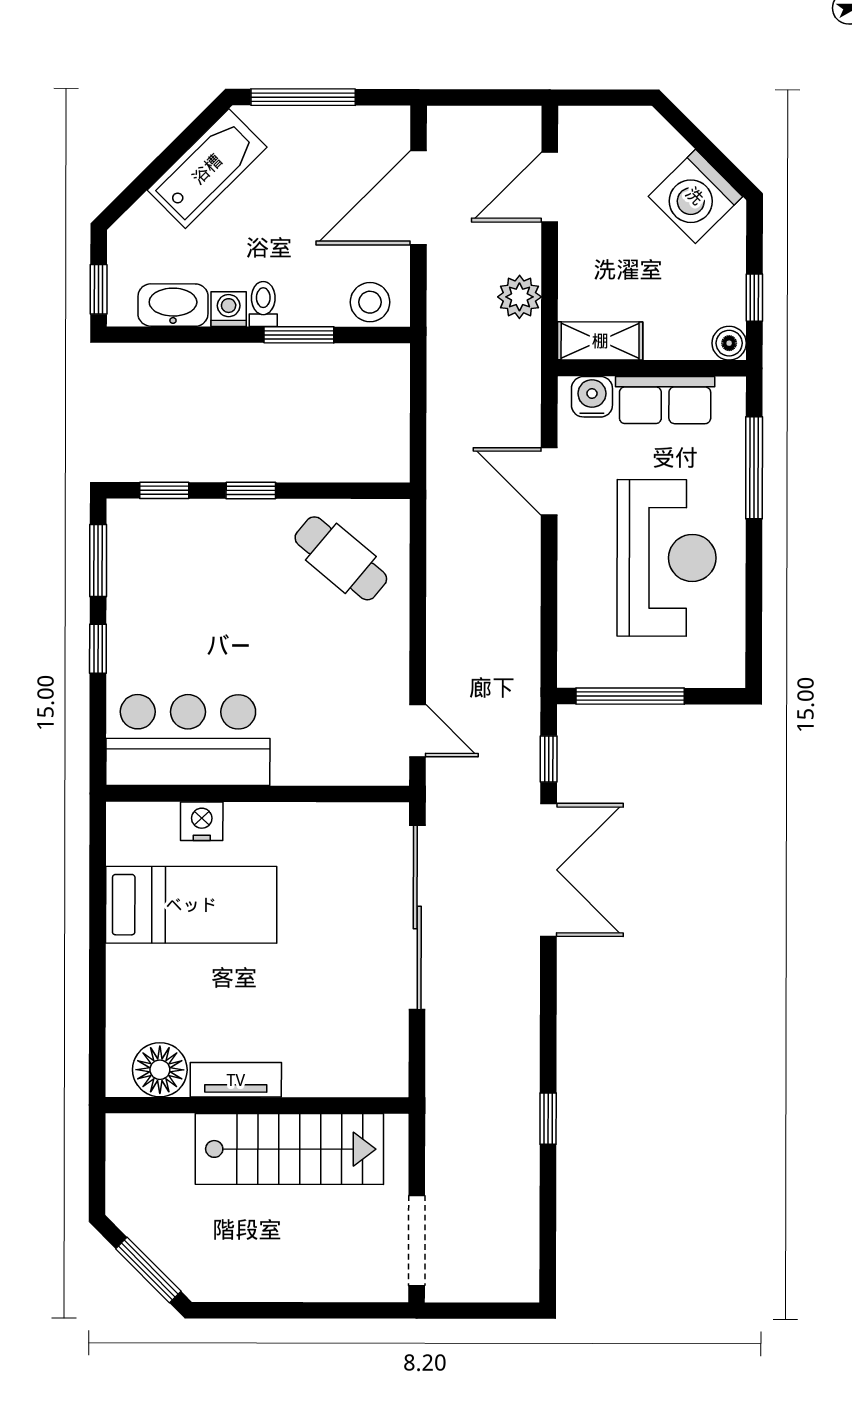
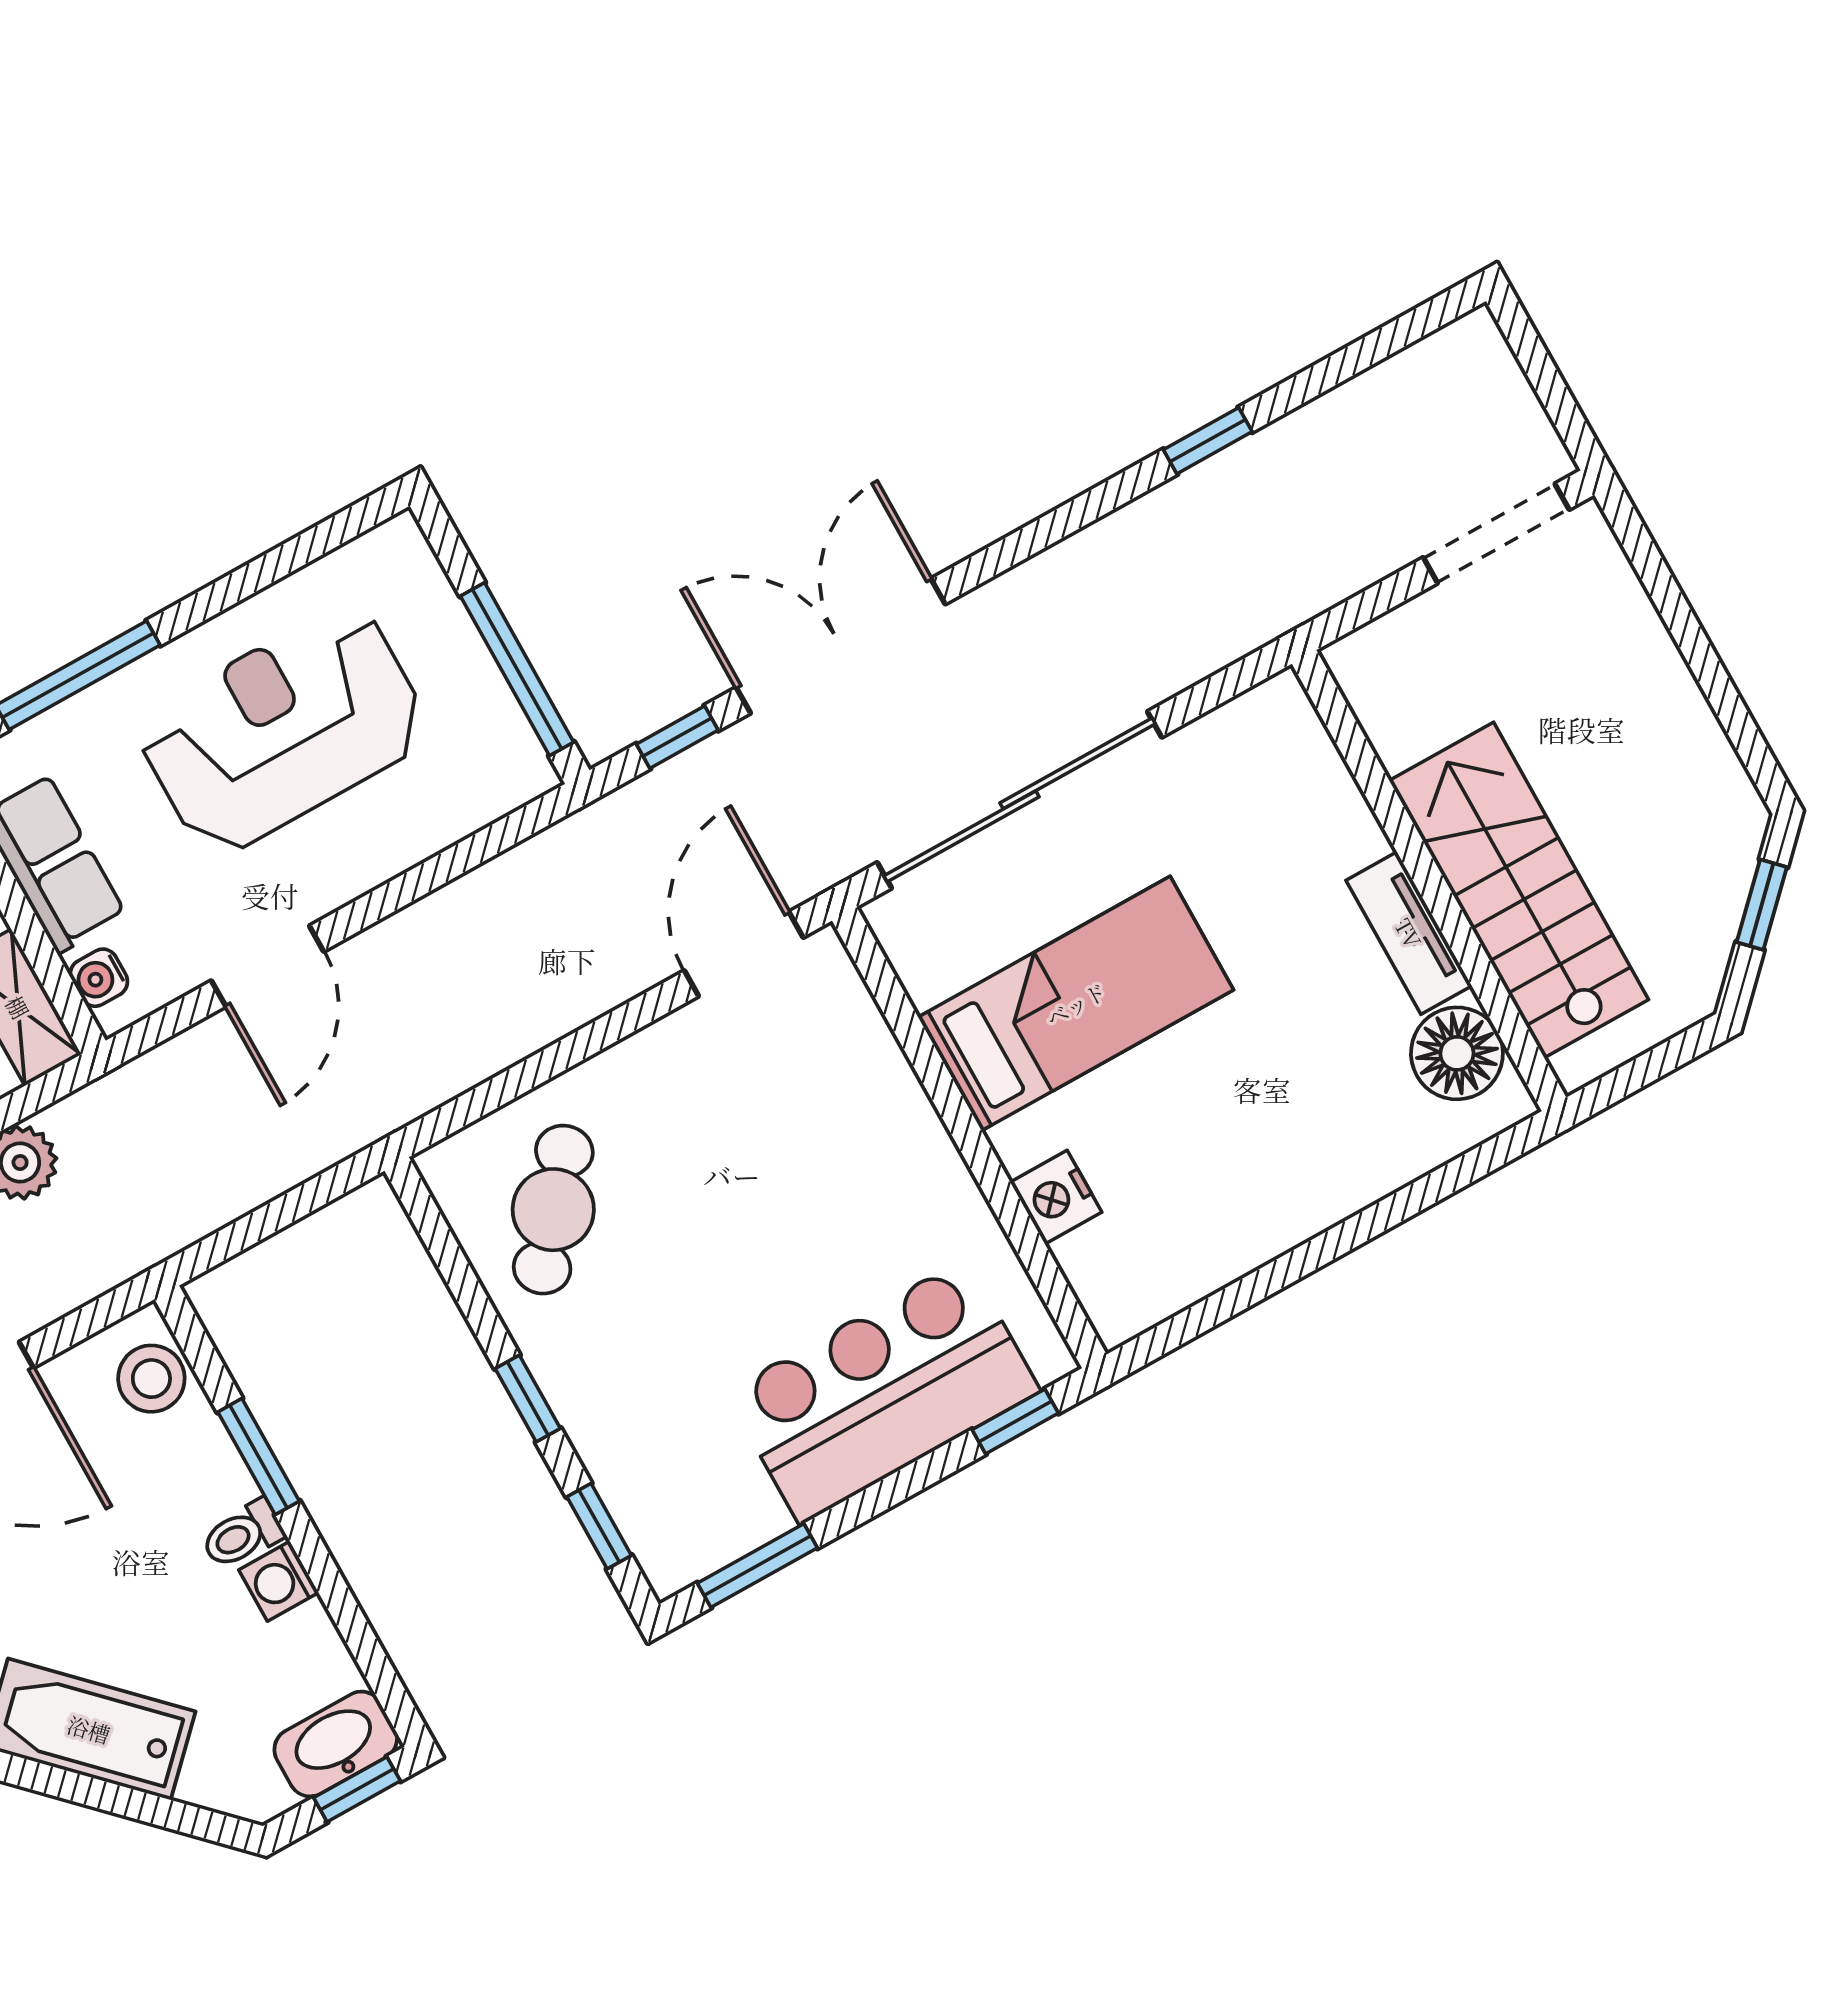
washbasin: (173, 305) -> (336, 1744), moved, turned 90
water cooler: (592, 397) -> (99, 978), width x0.72, depth x0.72
window: (98, 649) -> (1015, 1421), moved
door: (418, 731) -> (744, 954), width x1.38
bar counter: (188, 740) -> (883, 1391), moved, turned 90
bed: (191, 905) -> (1076, 1004), moved, turned 90
stairs: (289, 1149) -> (1519, 890), moved
window: (148, 1270) -> (1762, 905), width x0.67

